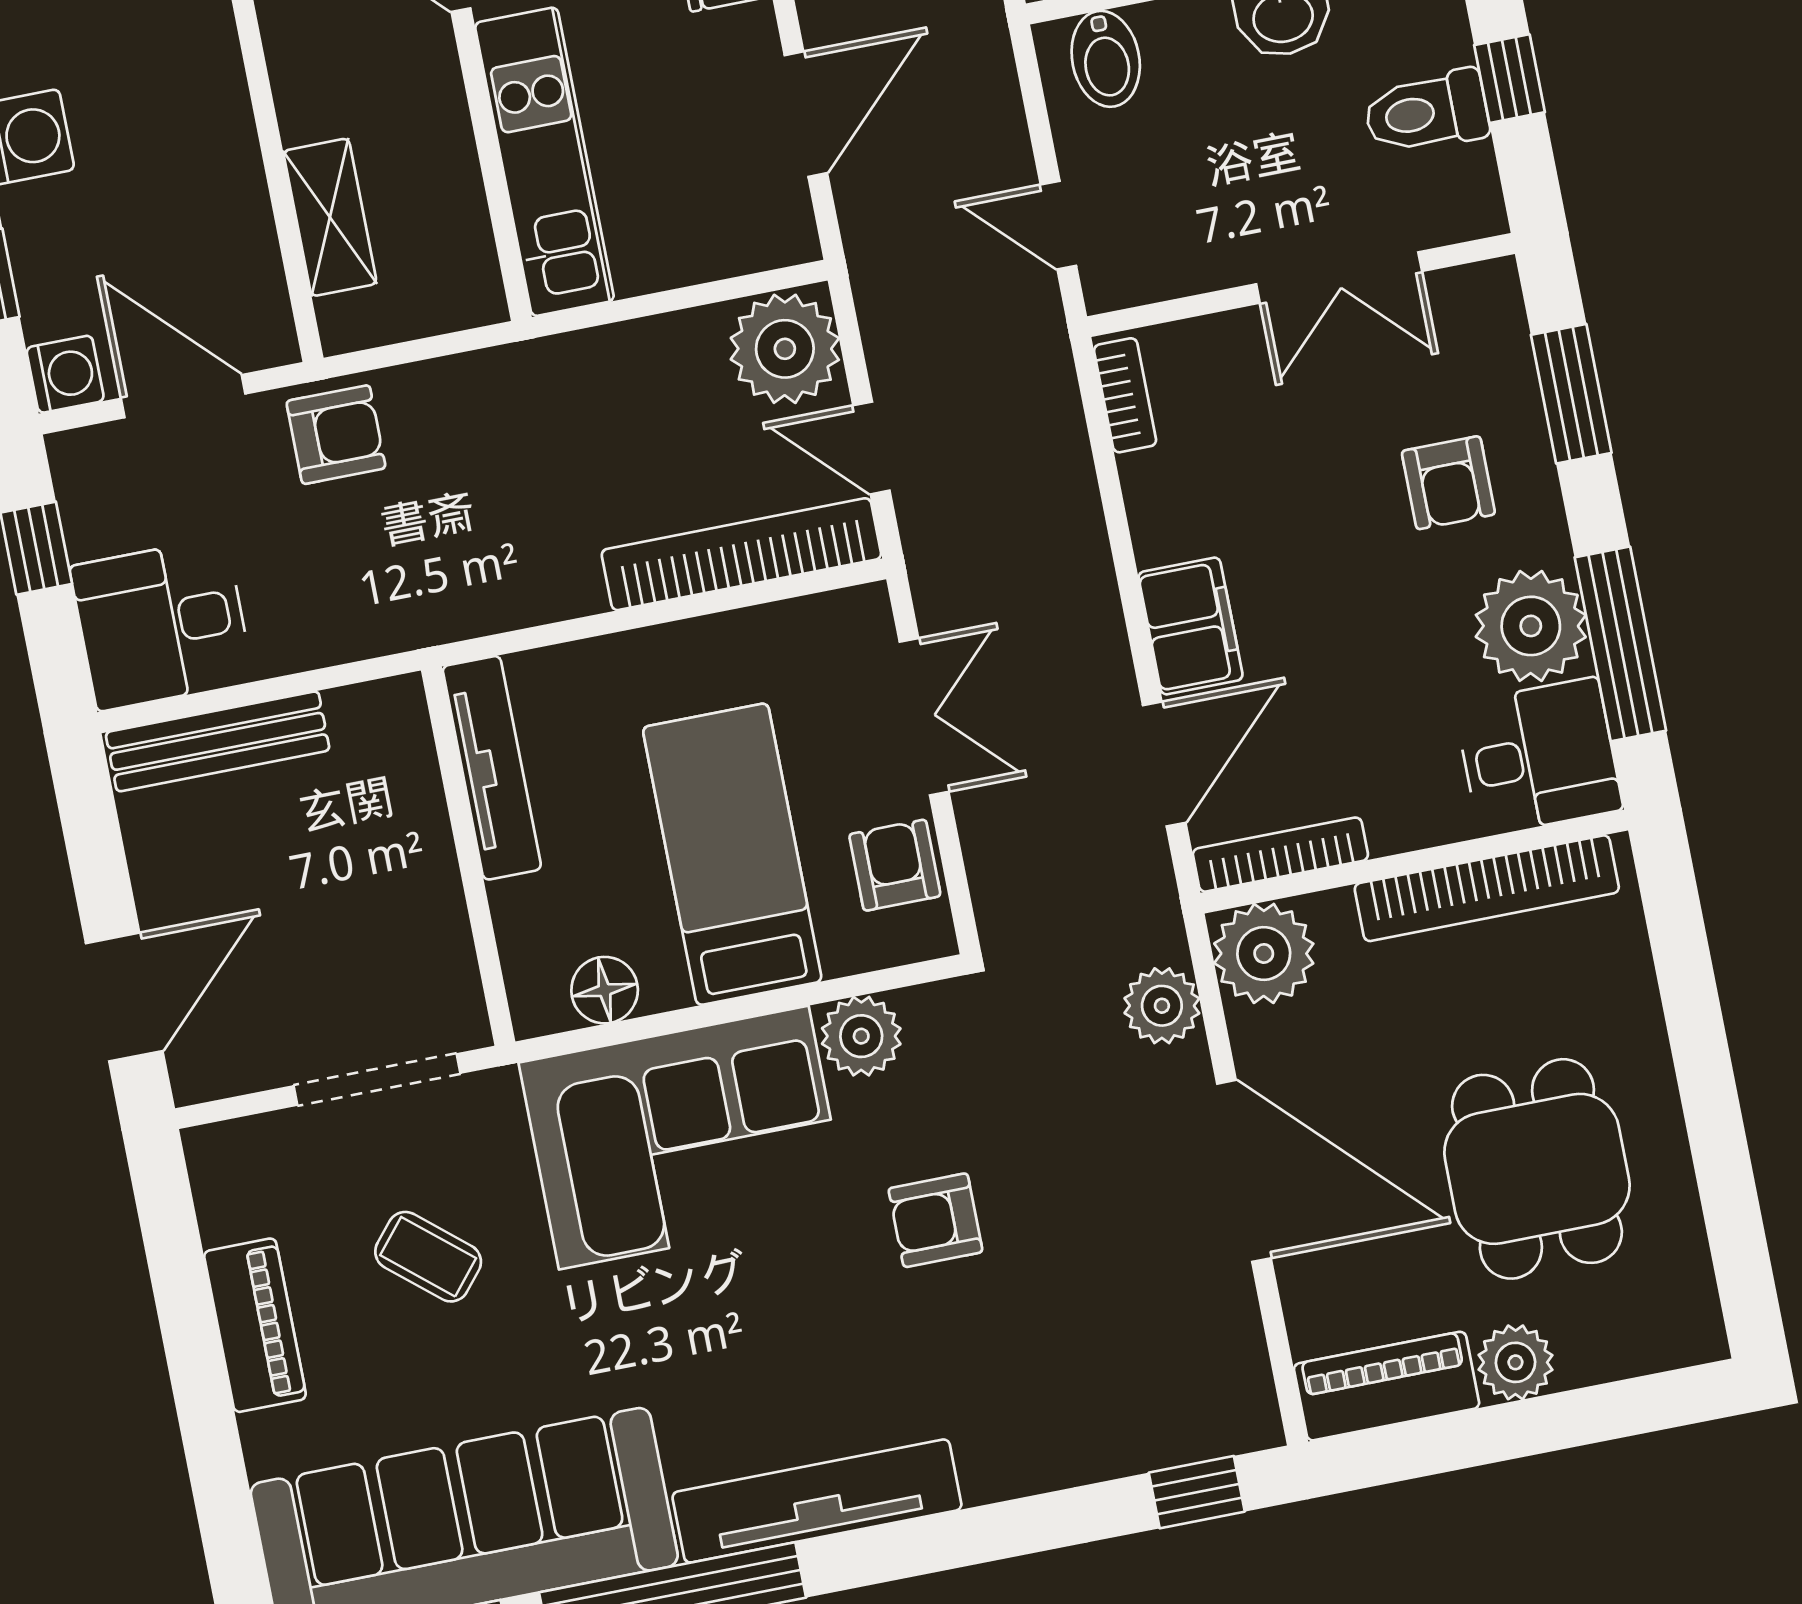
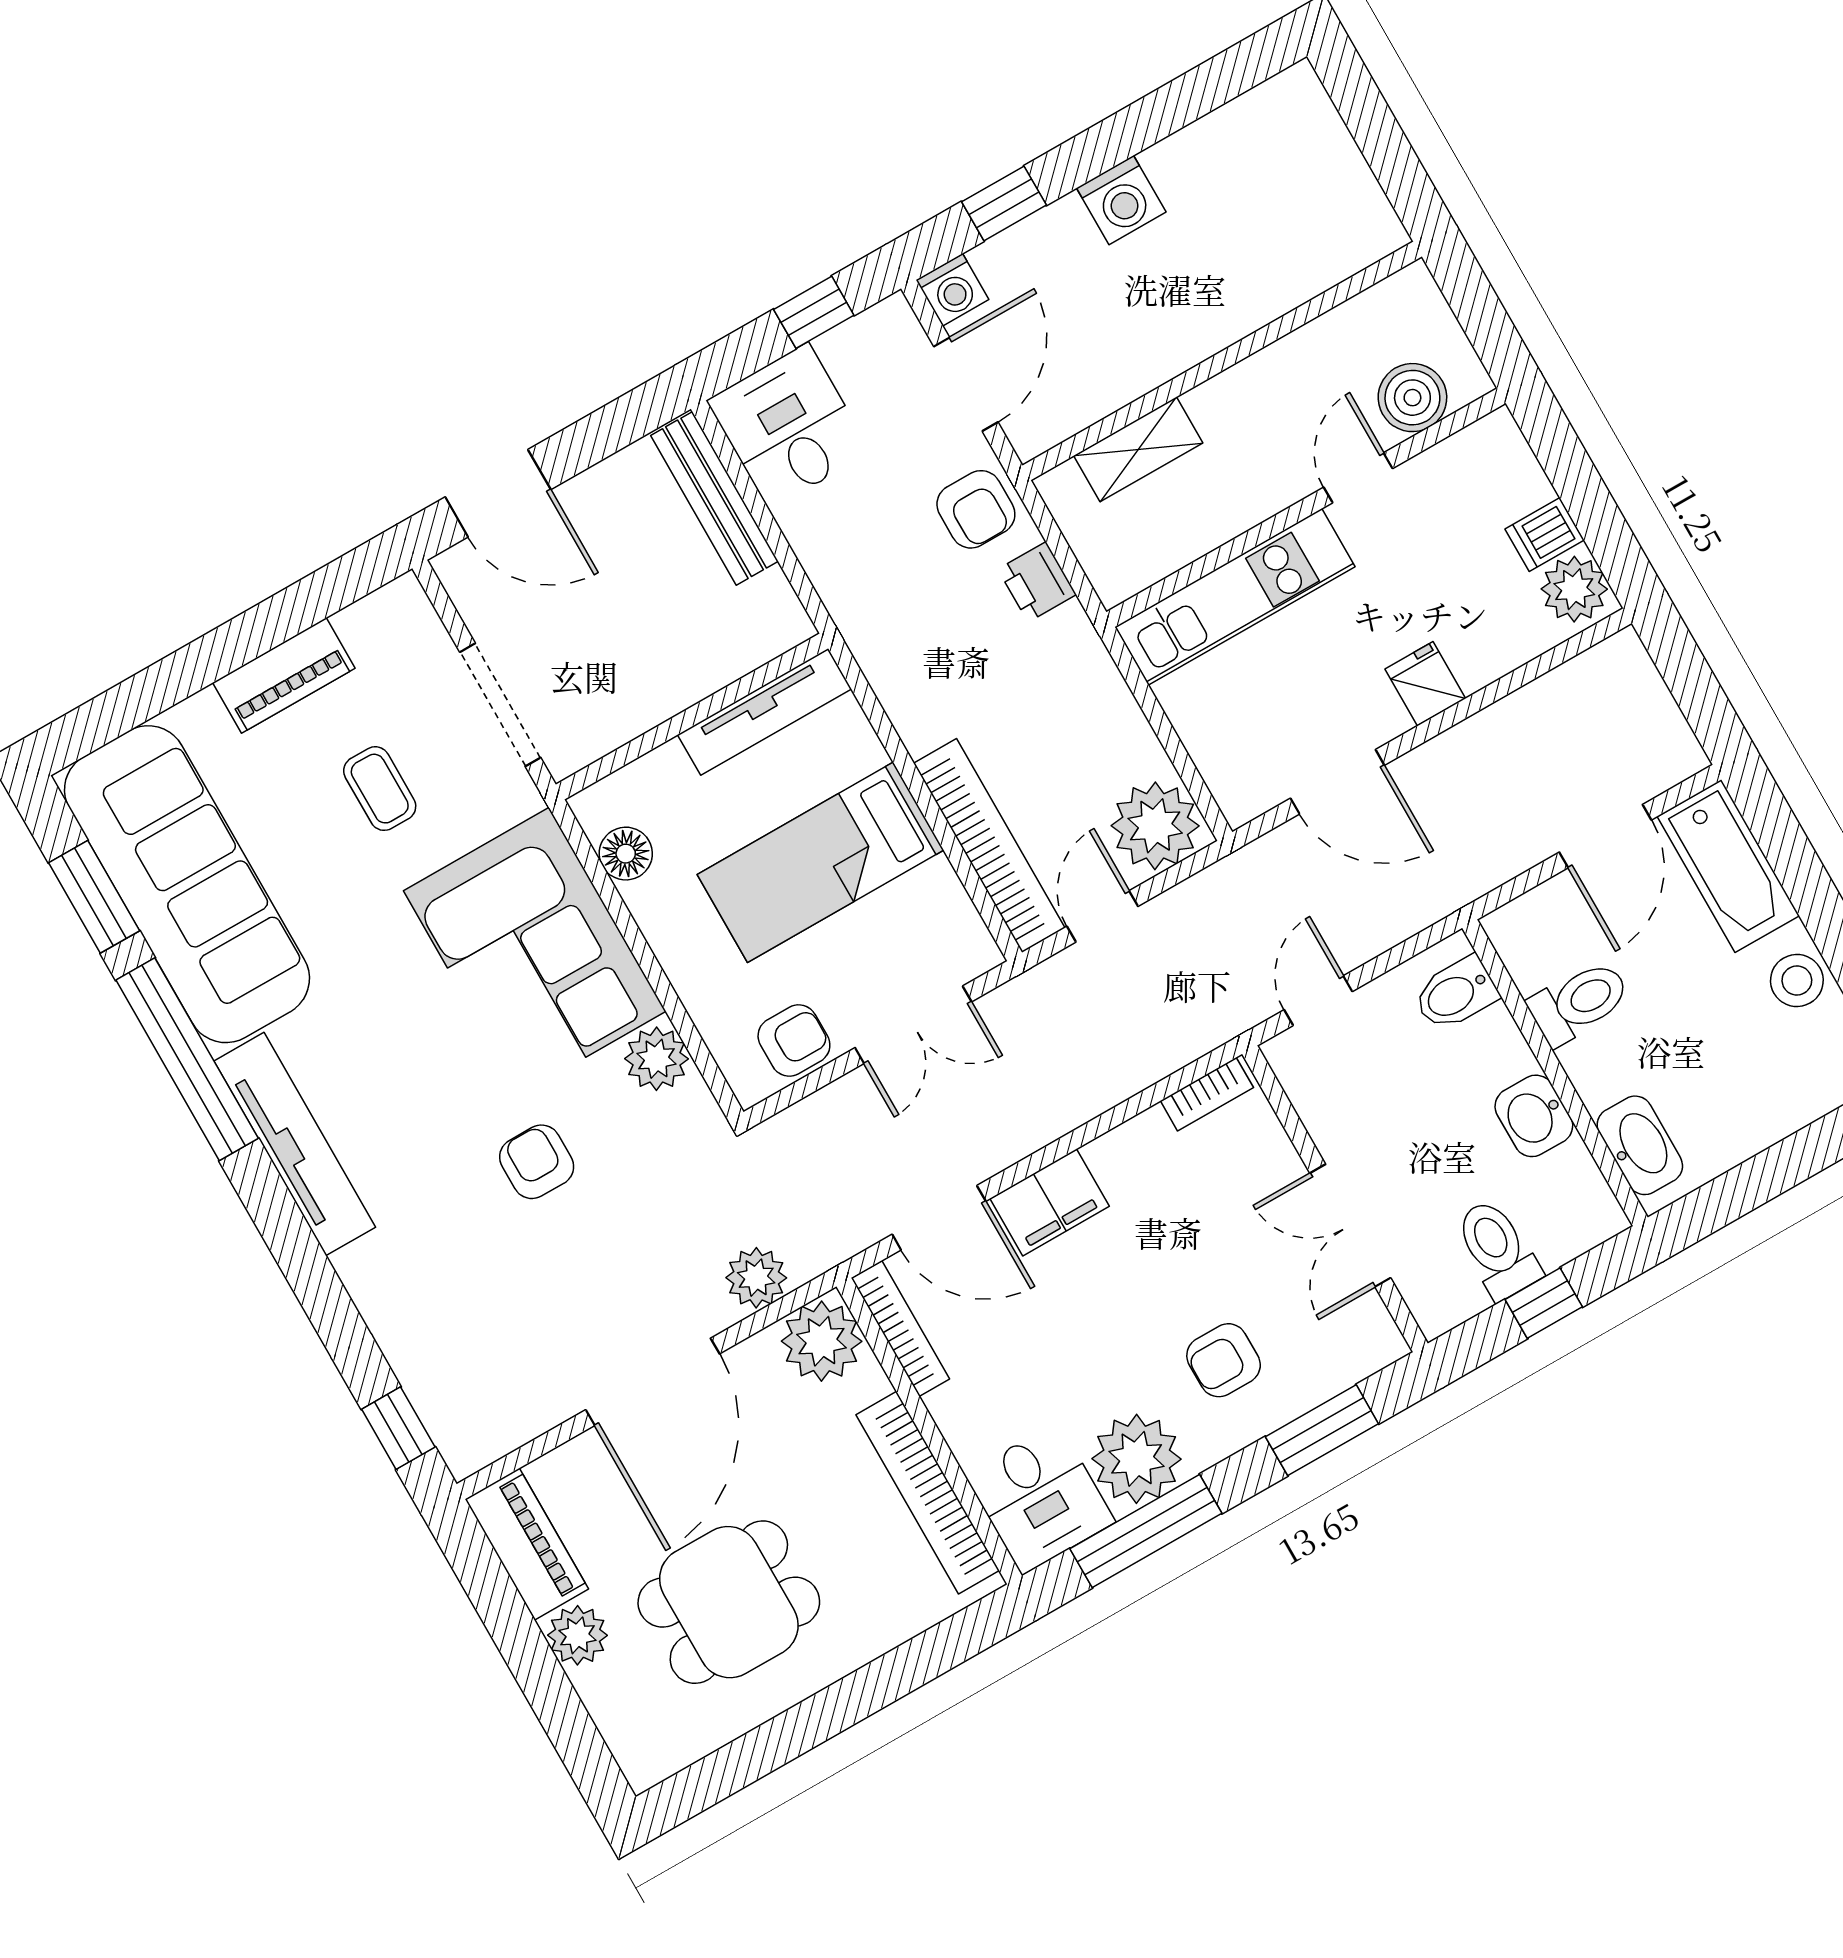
printer: (447, 391) -> (1037, 582), added
bed: (732, 854) -> (820, 862), moved, turned 180
coffee table: (428, 1257) -> (380, 789), turned -40

